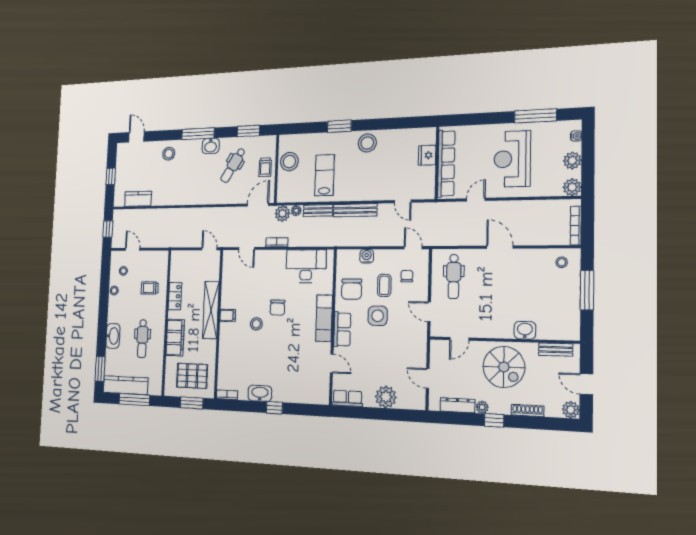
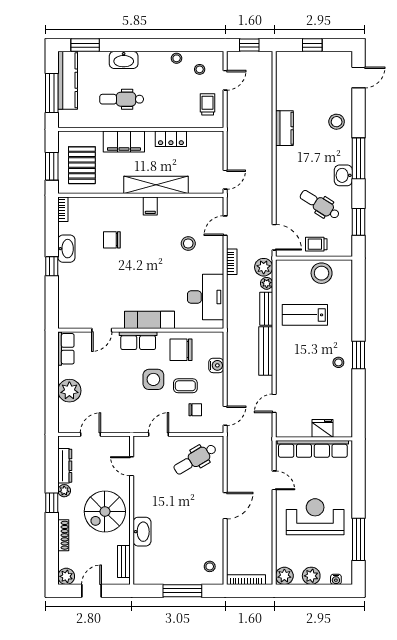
window: (339, 126) -> (358, 355), moved
stool: (367, 143) -> (338, 362), width x0.53, depth x0.53
lab bench: (325, 175) -> (305, 315), turned 180
kitchen counter: (138, 199) -> (284, 128), moved
dental chair: (454, 276) -> (195, 459), turned -31
trolley: (150, 288) -> (208, 104), moved
chair: (277, 308) -> (112, 240), moved
stool: (256, 324) -> (188, 243), moved
washbasin: (525, 330) -> (142, 532), width x1.38

